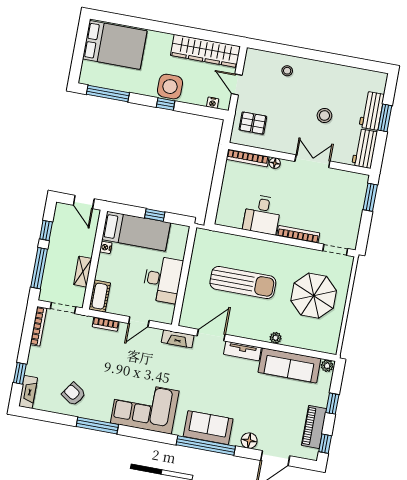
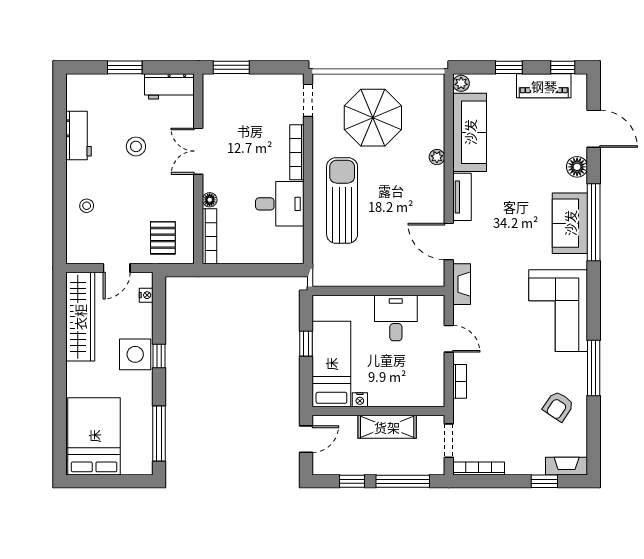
workbench: (372, 111) -> (78, 136), moved, turned -90
shelving: (83, 272) -> (387, 427), width x1.50, depth x1.33
desk: (163, 279) -> (396, 318), width x0.73
sun lounger: (243, 282) -> (342, 200), moved
cot: (100, 296) -> (425, 396), removed

